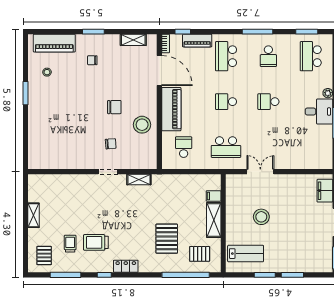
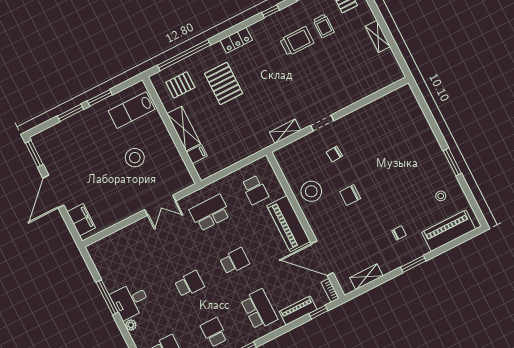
locker: (126, 266) -> (236, 40), moved

